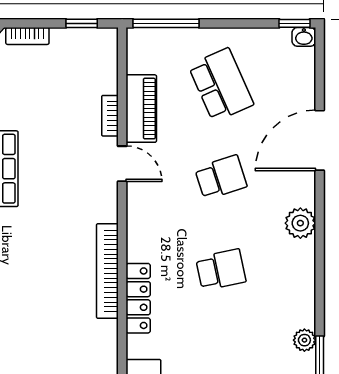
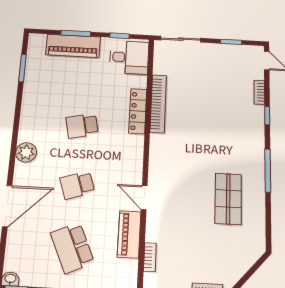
bookcase: (110, 116) -> (150, 257), moved
bookcase: (107, 271) -> (158, 104), moved
plant: (304, 340) -> (31, 80), removed

